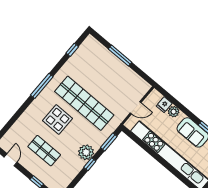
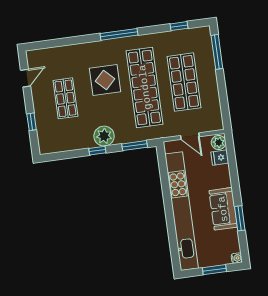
window: (120, 56) -> (217, 52), moved
shop shelf: (104, 80) -> (184, 82), added
plant: (174, 112) -> (219, 142), moved

